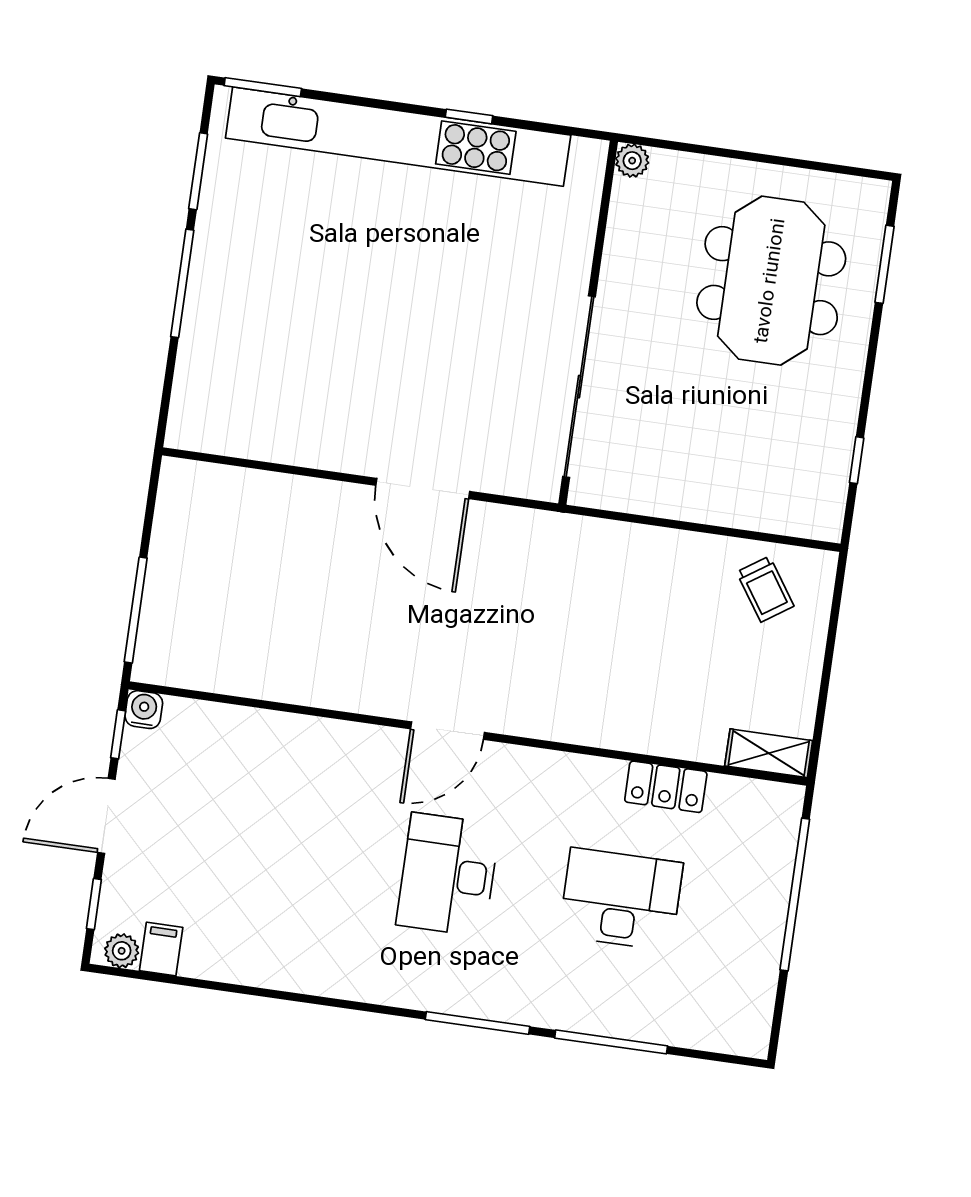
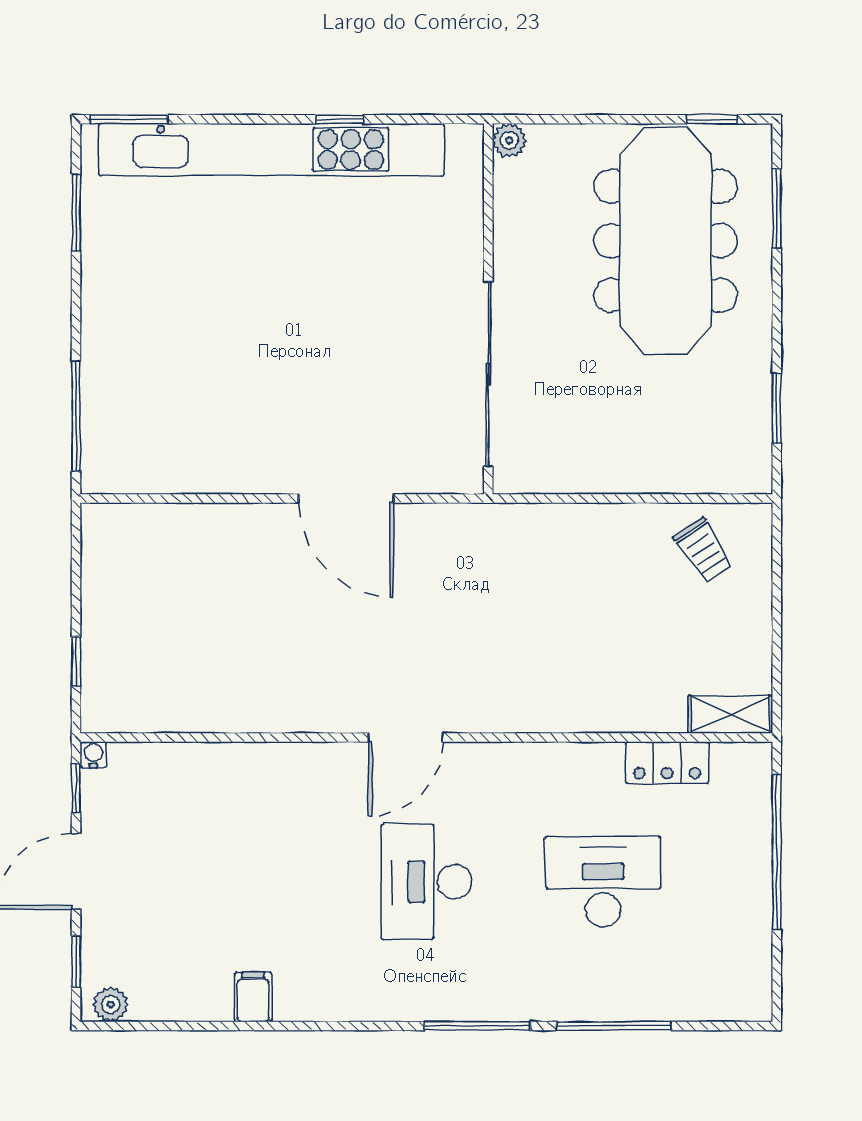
window: (834, 168) -> (712, 119), added
meeting table: (771, 281) -> (666, 241), width x1.36
window: (182, 283) -> (76, 416), moved
window: (857, 460) -> (777, 408), width x1.50
window: (136, 610) -> (76, 661), width x0.46
water cooler: (144, 710) -> (93, 755), width x0.72, depth x0.72
locker: (666, 787) -> (667, 763), moved
filing cabinet: (161, 949) -> (253, 997), moved

